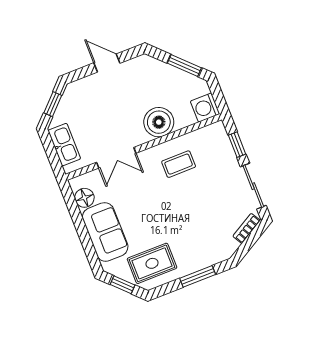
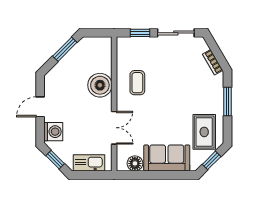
washing machine: (205, 108) -> (53, 132), moved, turned -90
bookcase: (247, 228) -> (213, 62), moved

